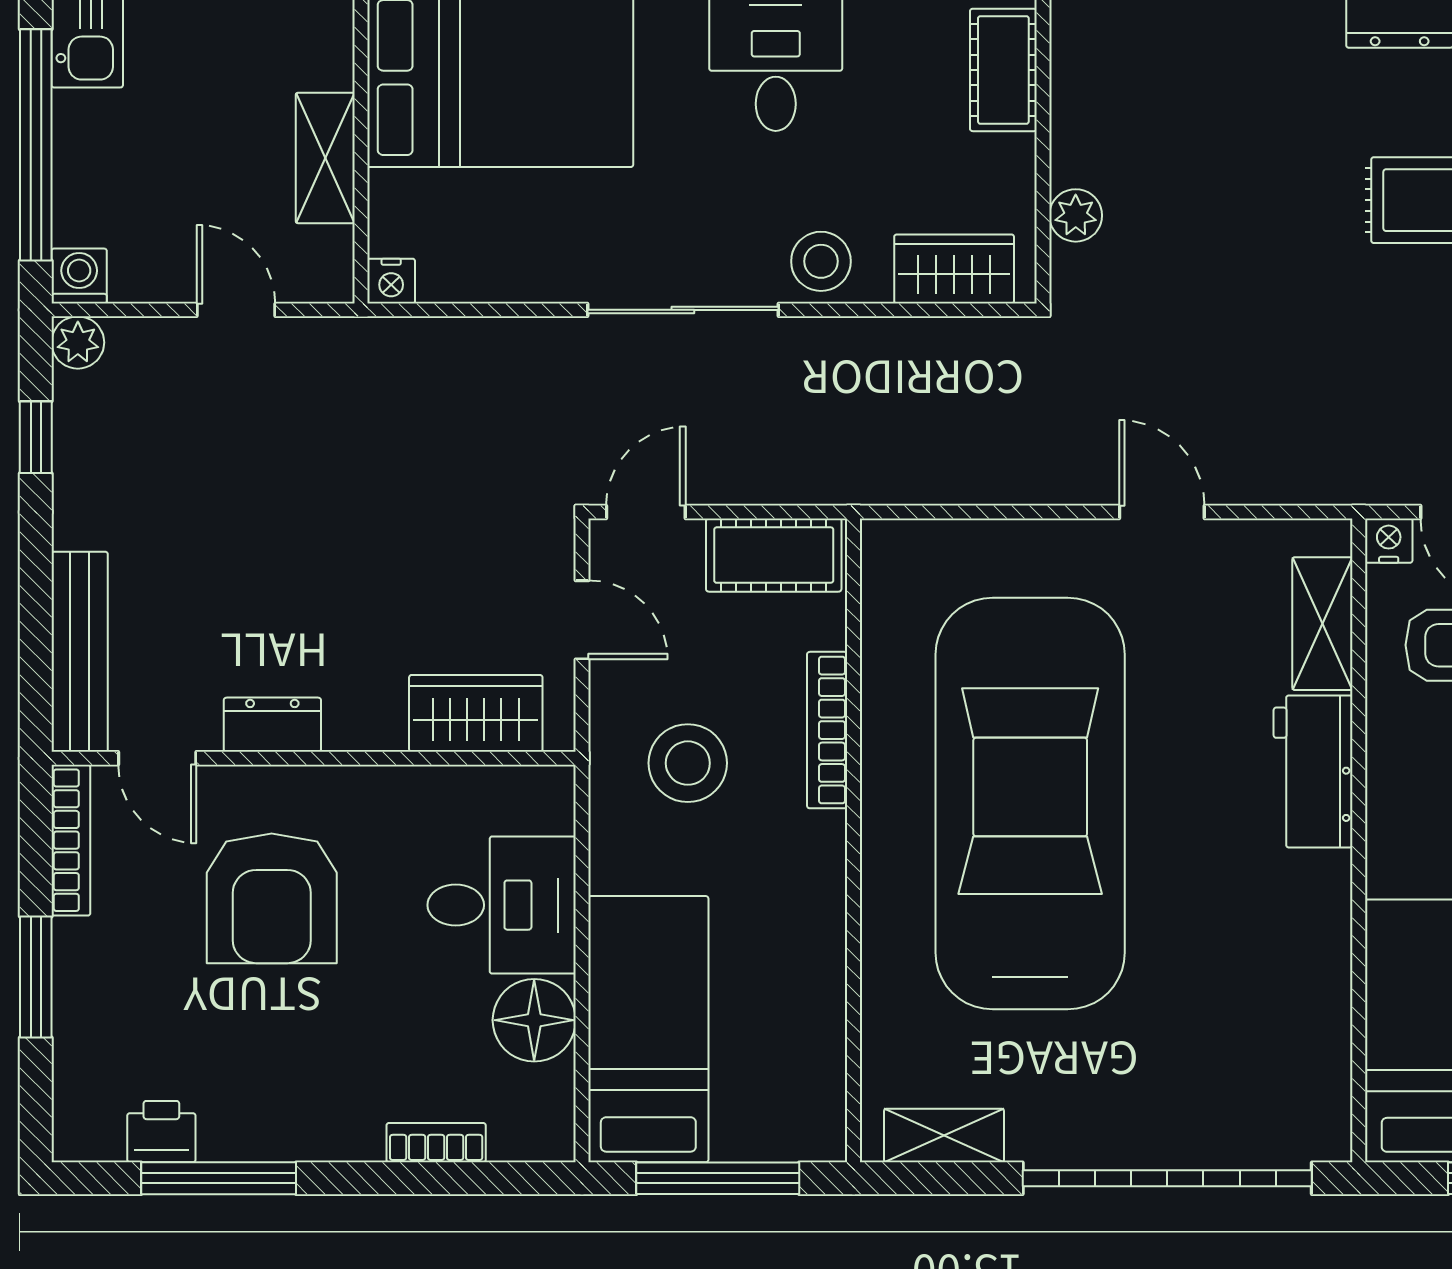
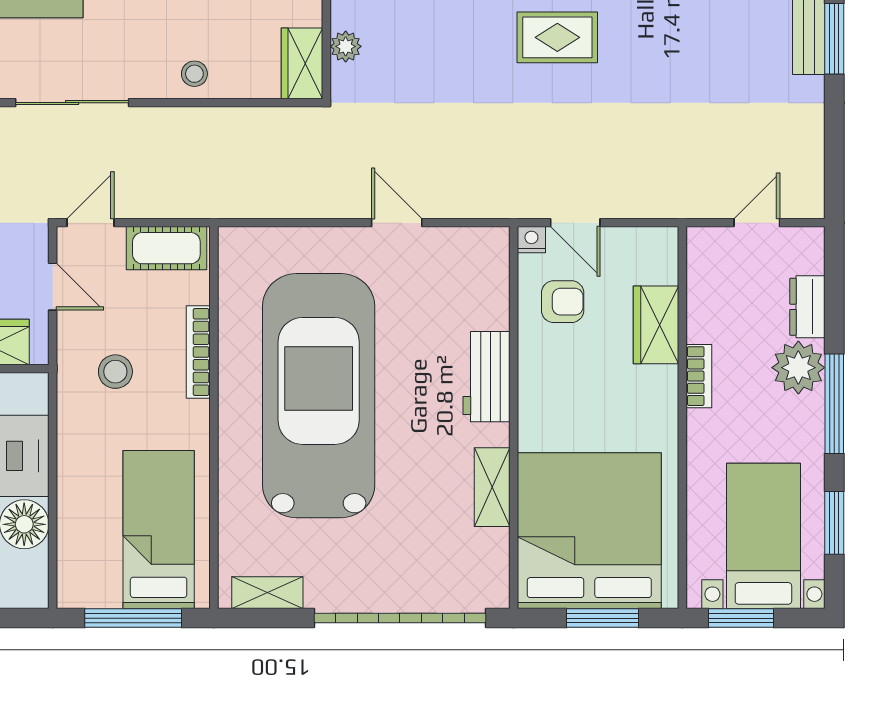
stool: (821, 261) -> (194, 74), width x0.73, depth x0.73
wardrobe: (954, 269) -> (302, 63), moved, turned -90
sliding door: (683, 310) -> (72, 103), moved
shelving: (1322, 624) -> (492, 487), moved
stool: (688, 763) -> (115, 372), width x0.73, depth x0.73
bed: (648, 1029) -> (159, 530), moved

